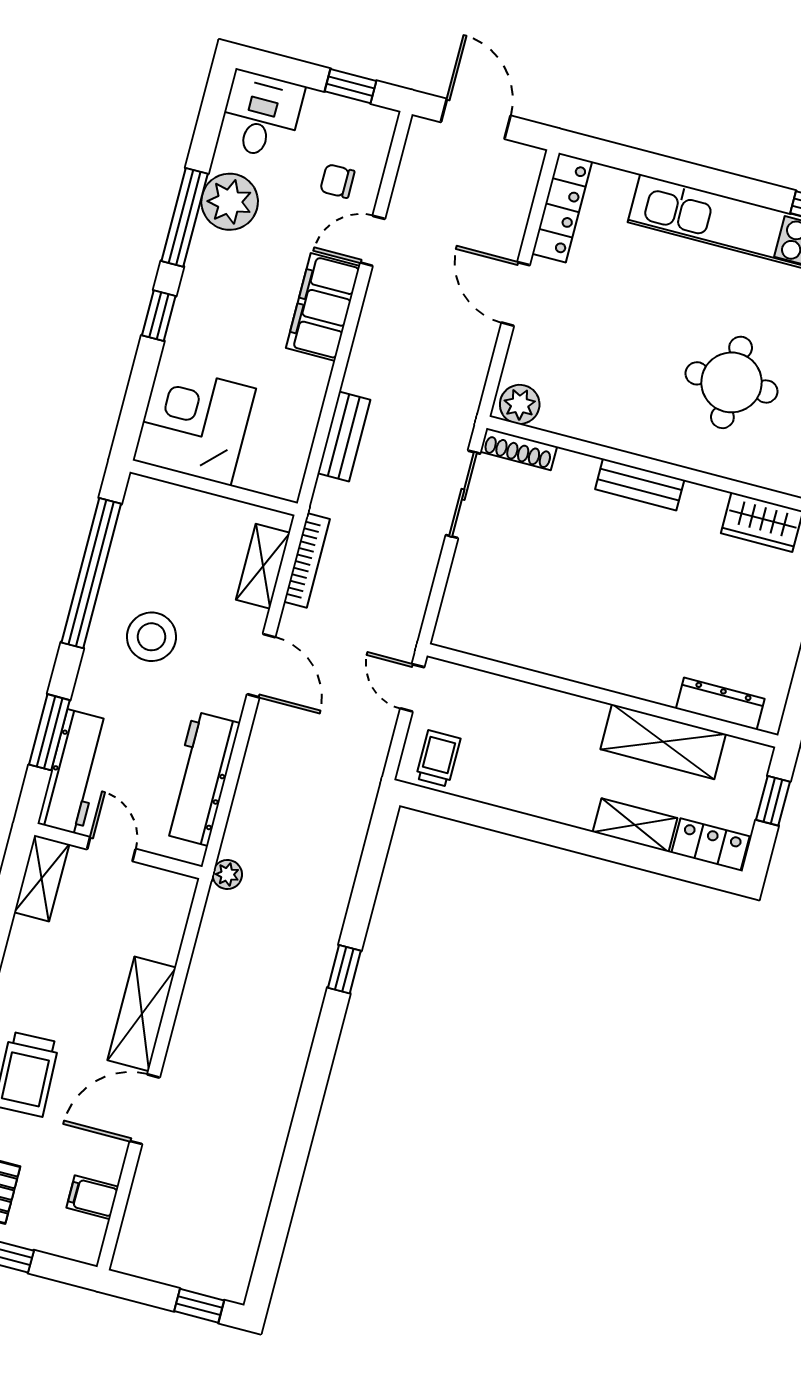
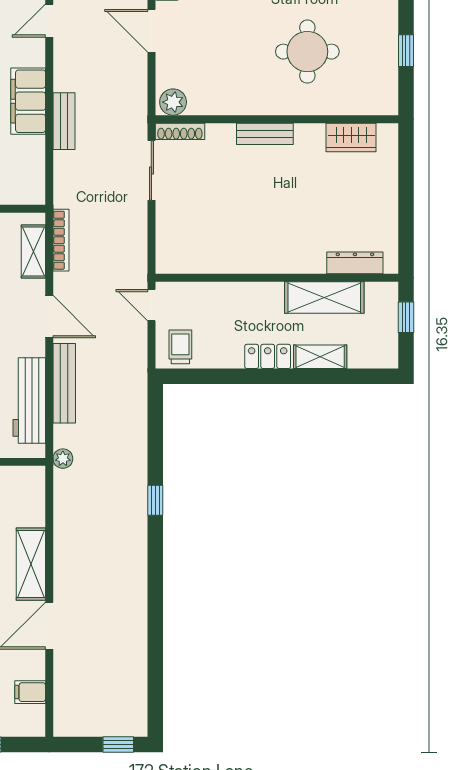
filing cabinet: (323, 307) -> (28, 101), moved
bench: (344, 436) -> (64, 121), moved
bench: (258, 767) -> (64, 383), added
locker: (710, 845) -> (268, 356), moved

